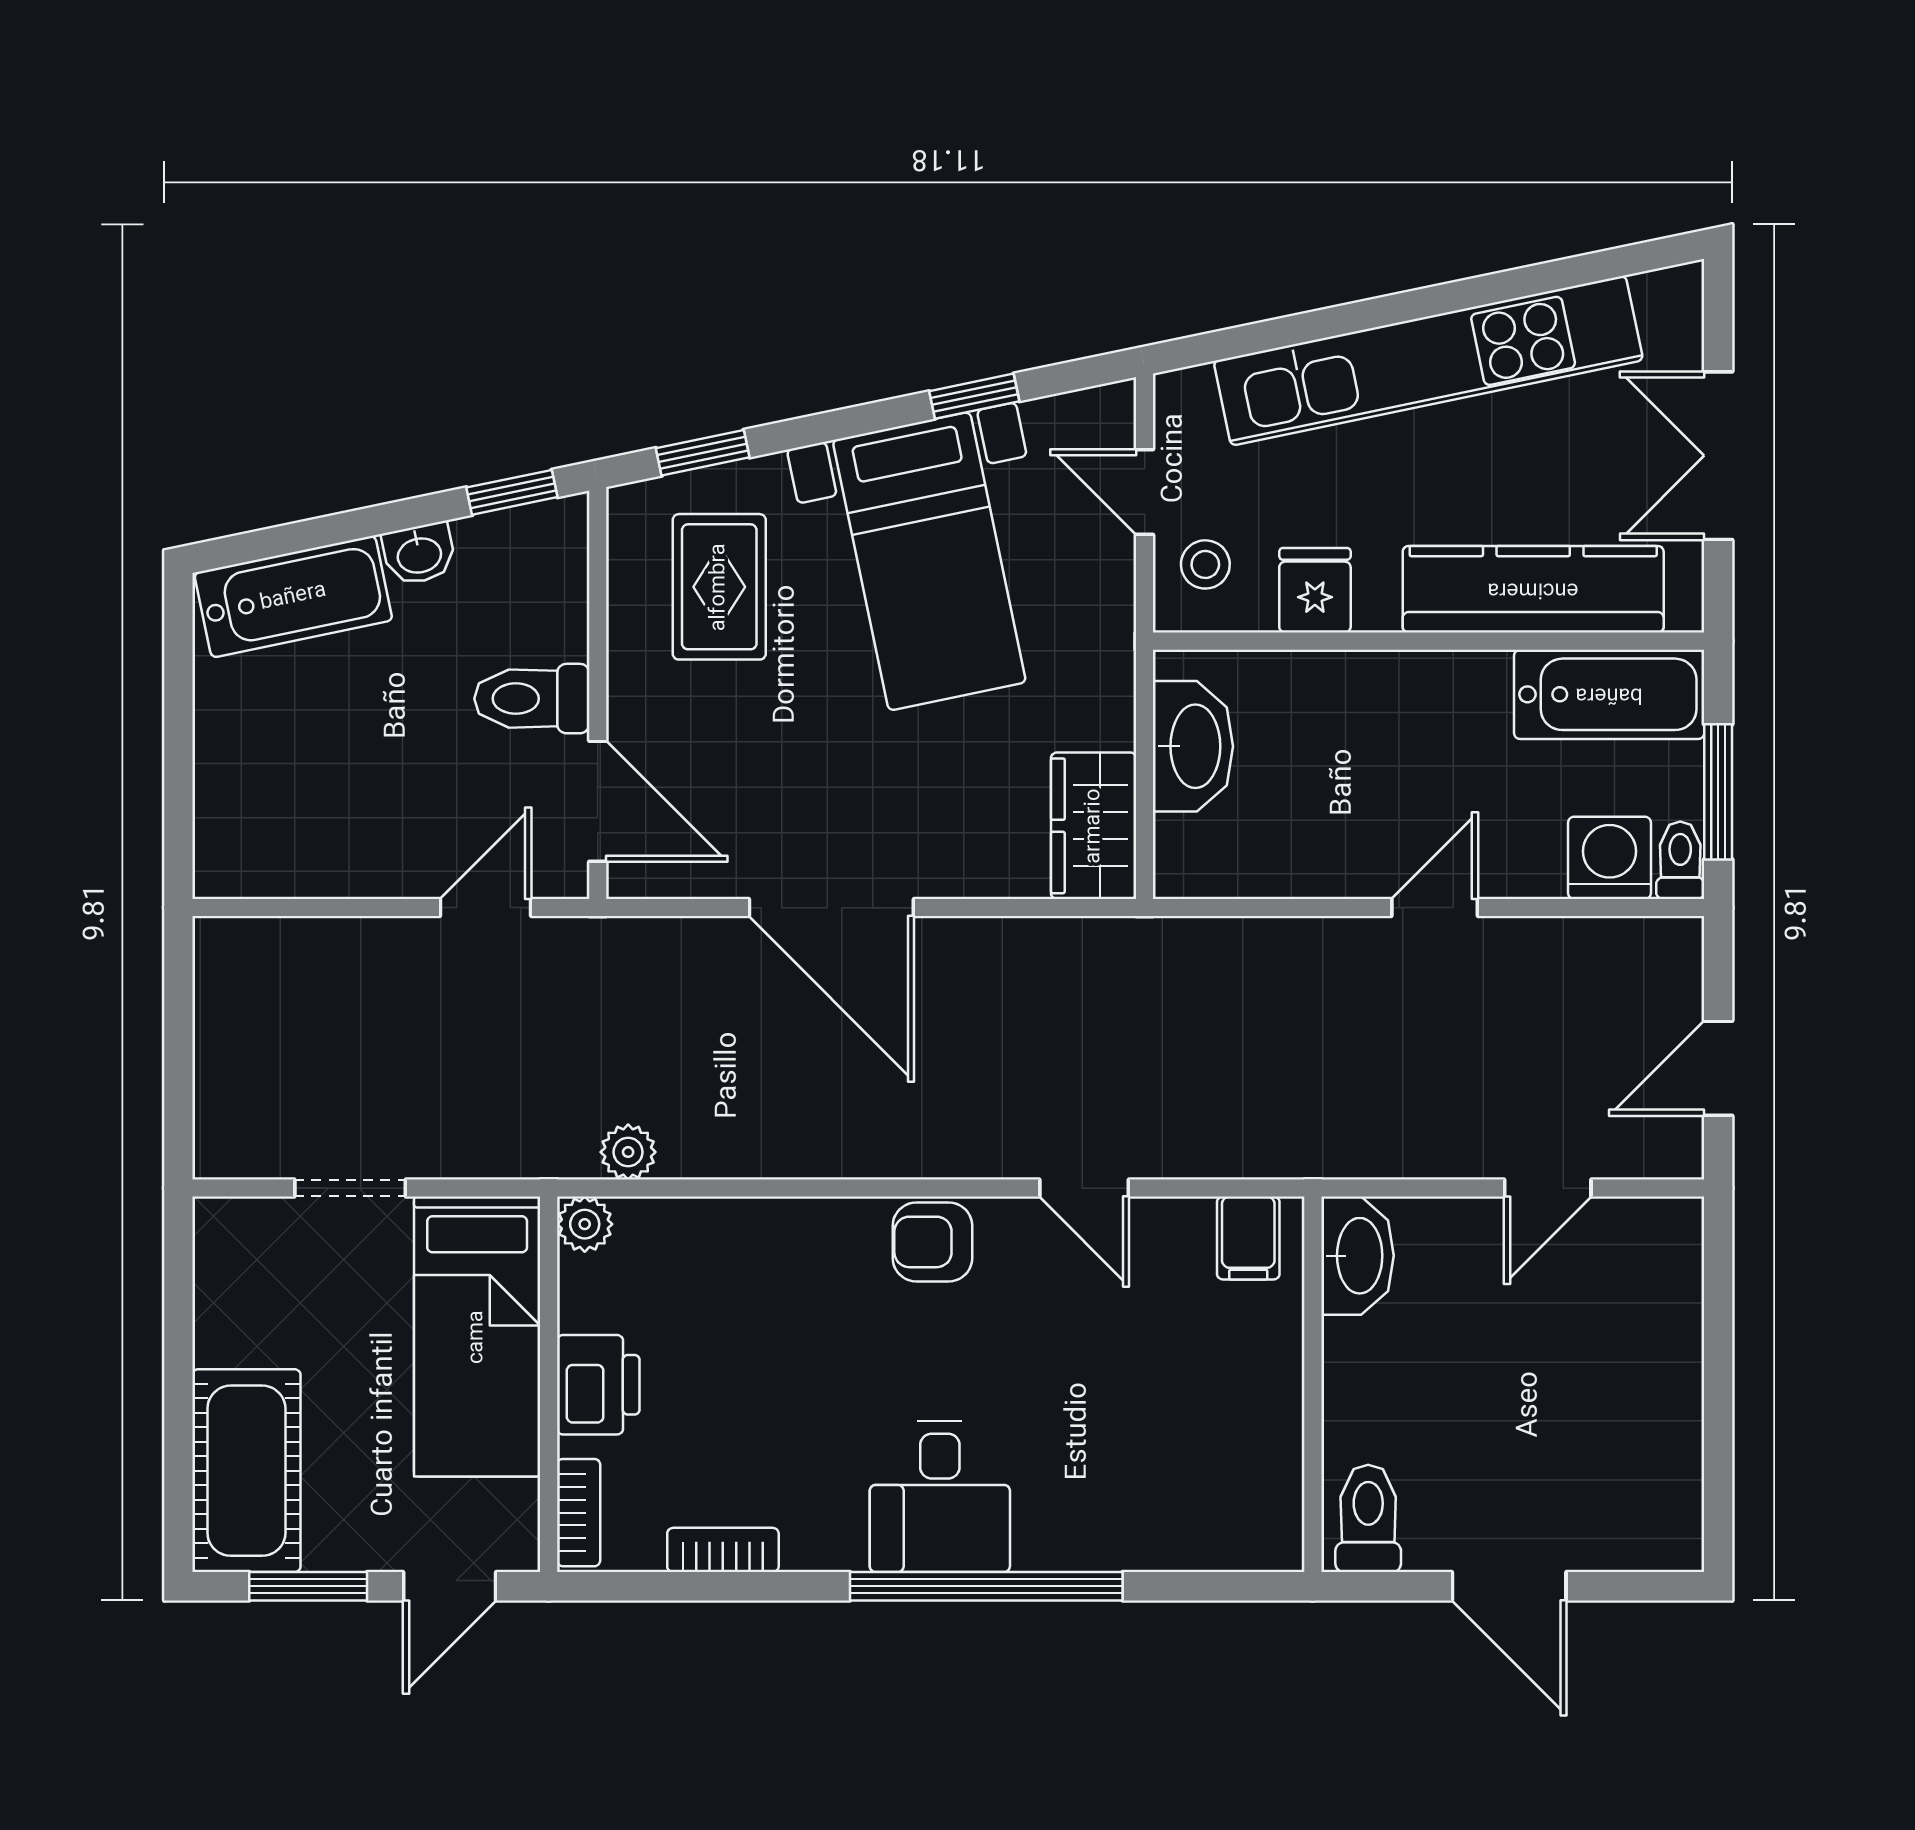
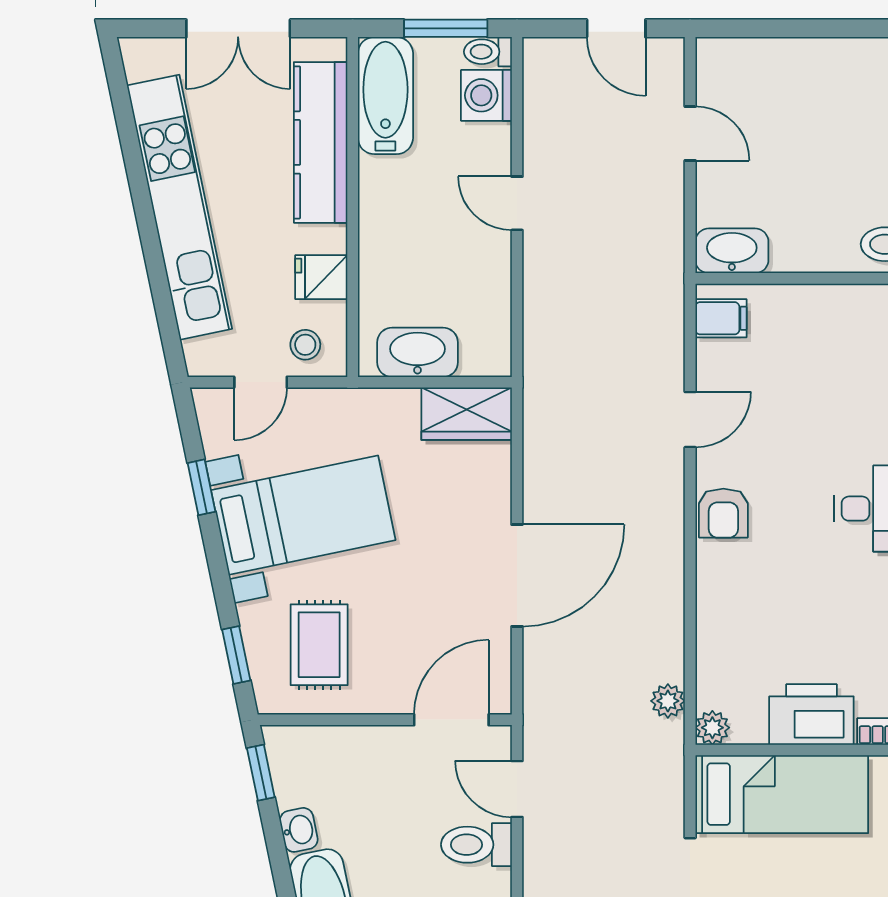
rug: (719, 587) -> (319, 645), turned 90
toilet: (532, 699) -> (476, 845), moved, turned 90
printer: (598, 1385) -> (811, 714), width x1.37, depth x1.19

